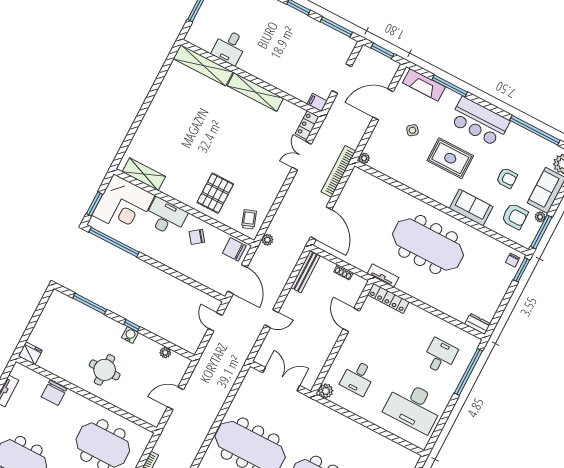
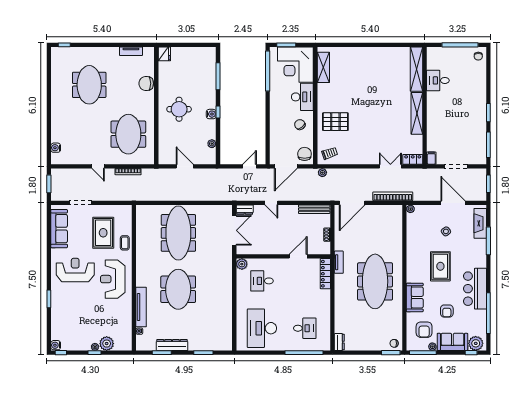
bar counter: (479, 122) -> (475, 289), moved
dresser: (263, 354) -> (245, 210), added

